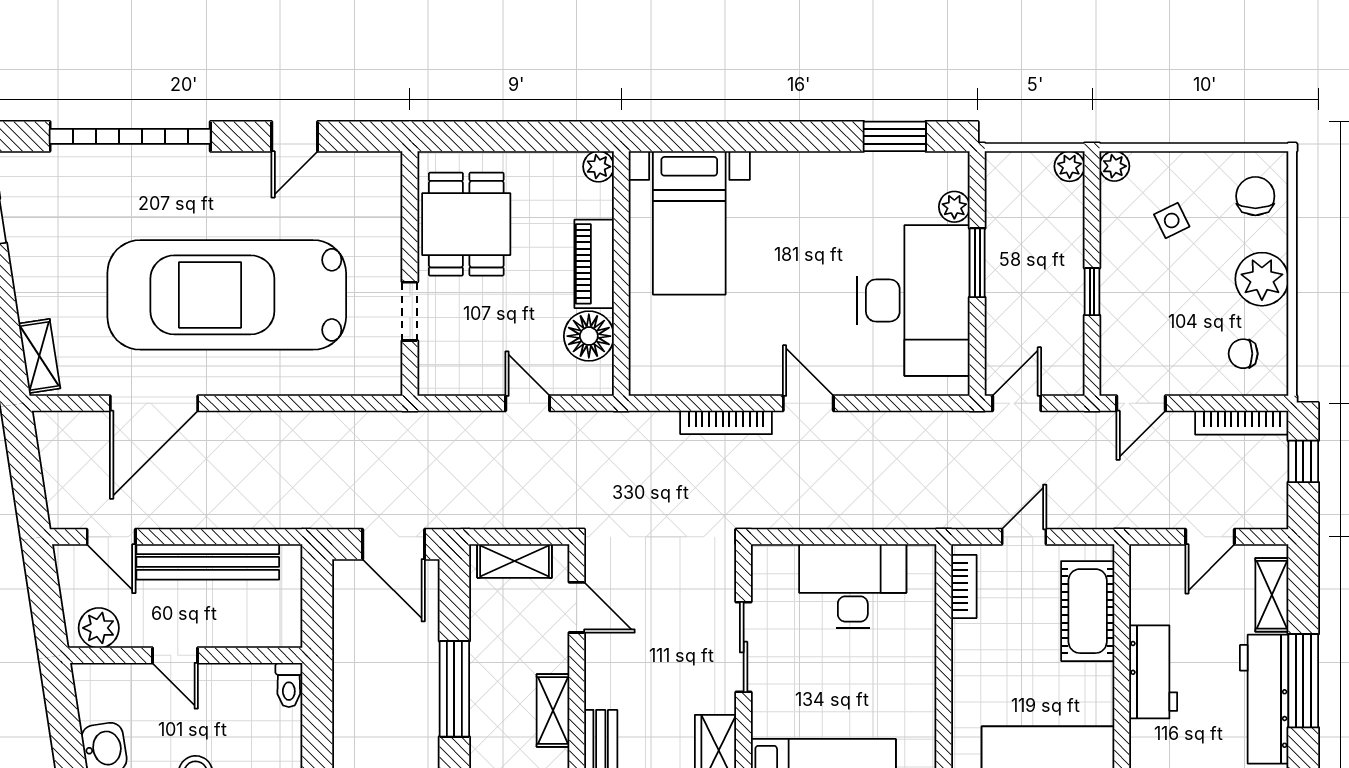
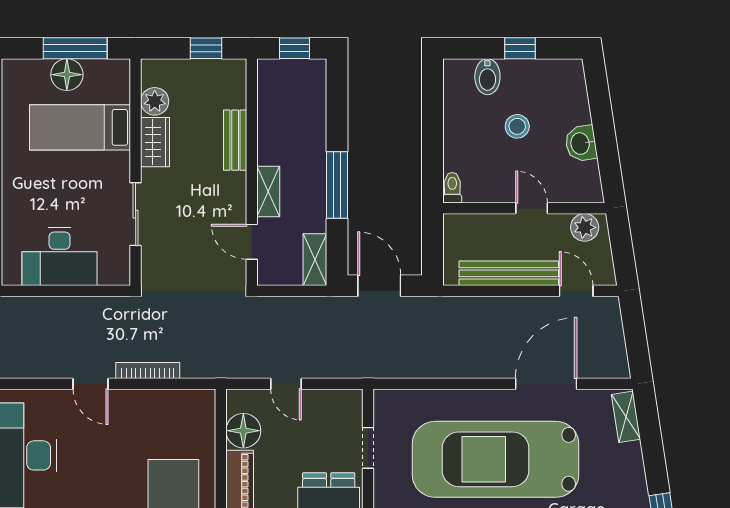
car: (227, 295) -> (495, 459), turned 180
shelving: (515, 561) -> (315, 260), moved, turned 90
shelving: (553, 710) -> (268, 191), moved

